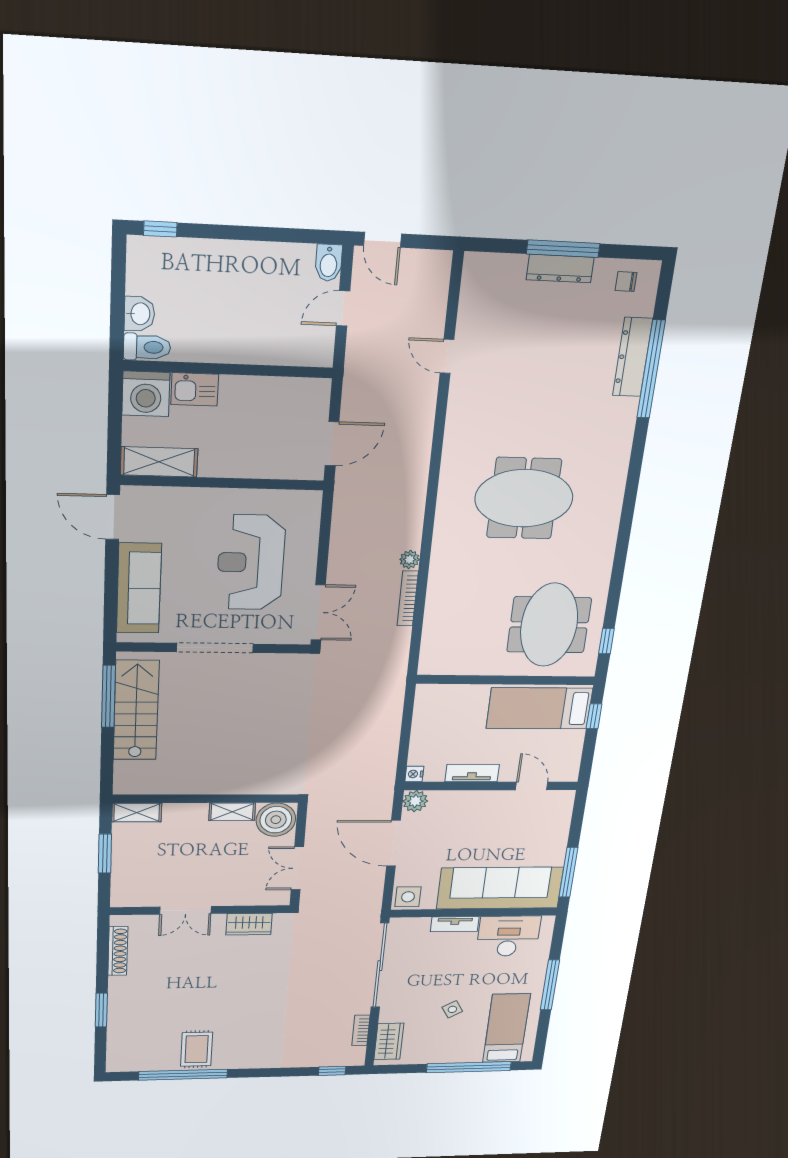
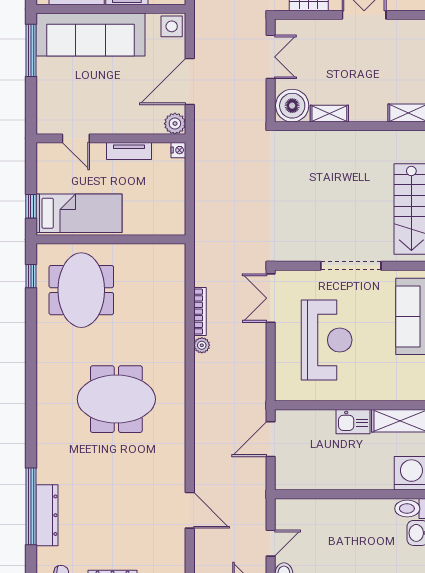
door: (447, 356) -> (190, 510), width x1.38
kitchen sink: (195, 389) -> (353, 422), moved, turned 180
door: (393, 843) -> (190, 82), swing flipped

